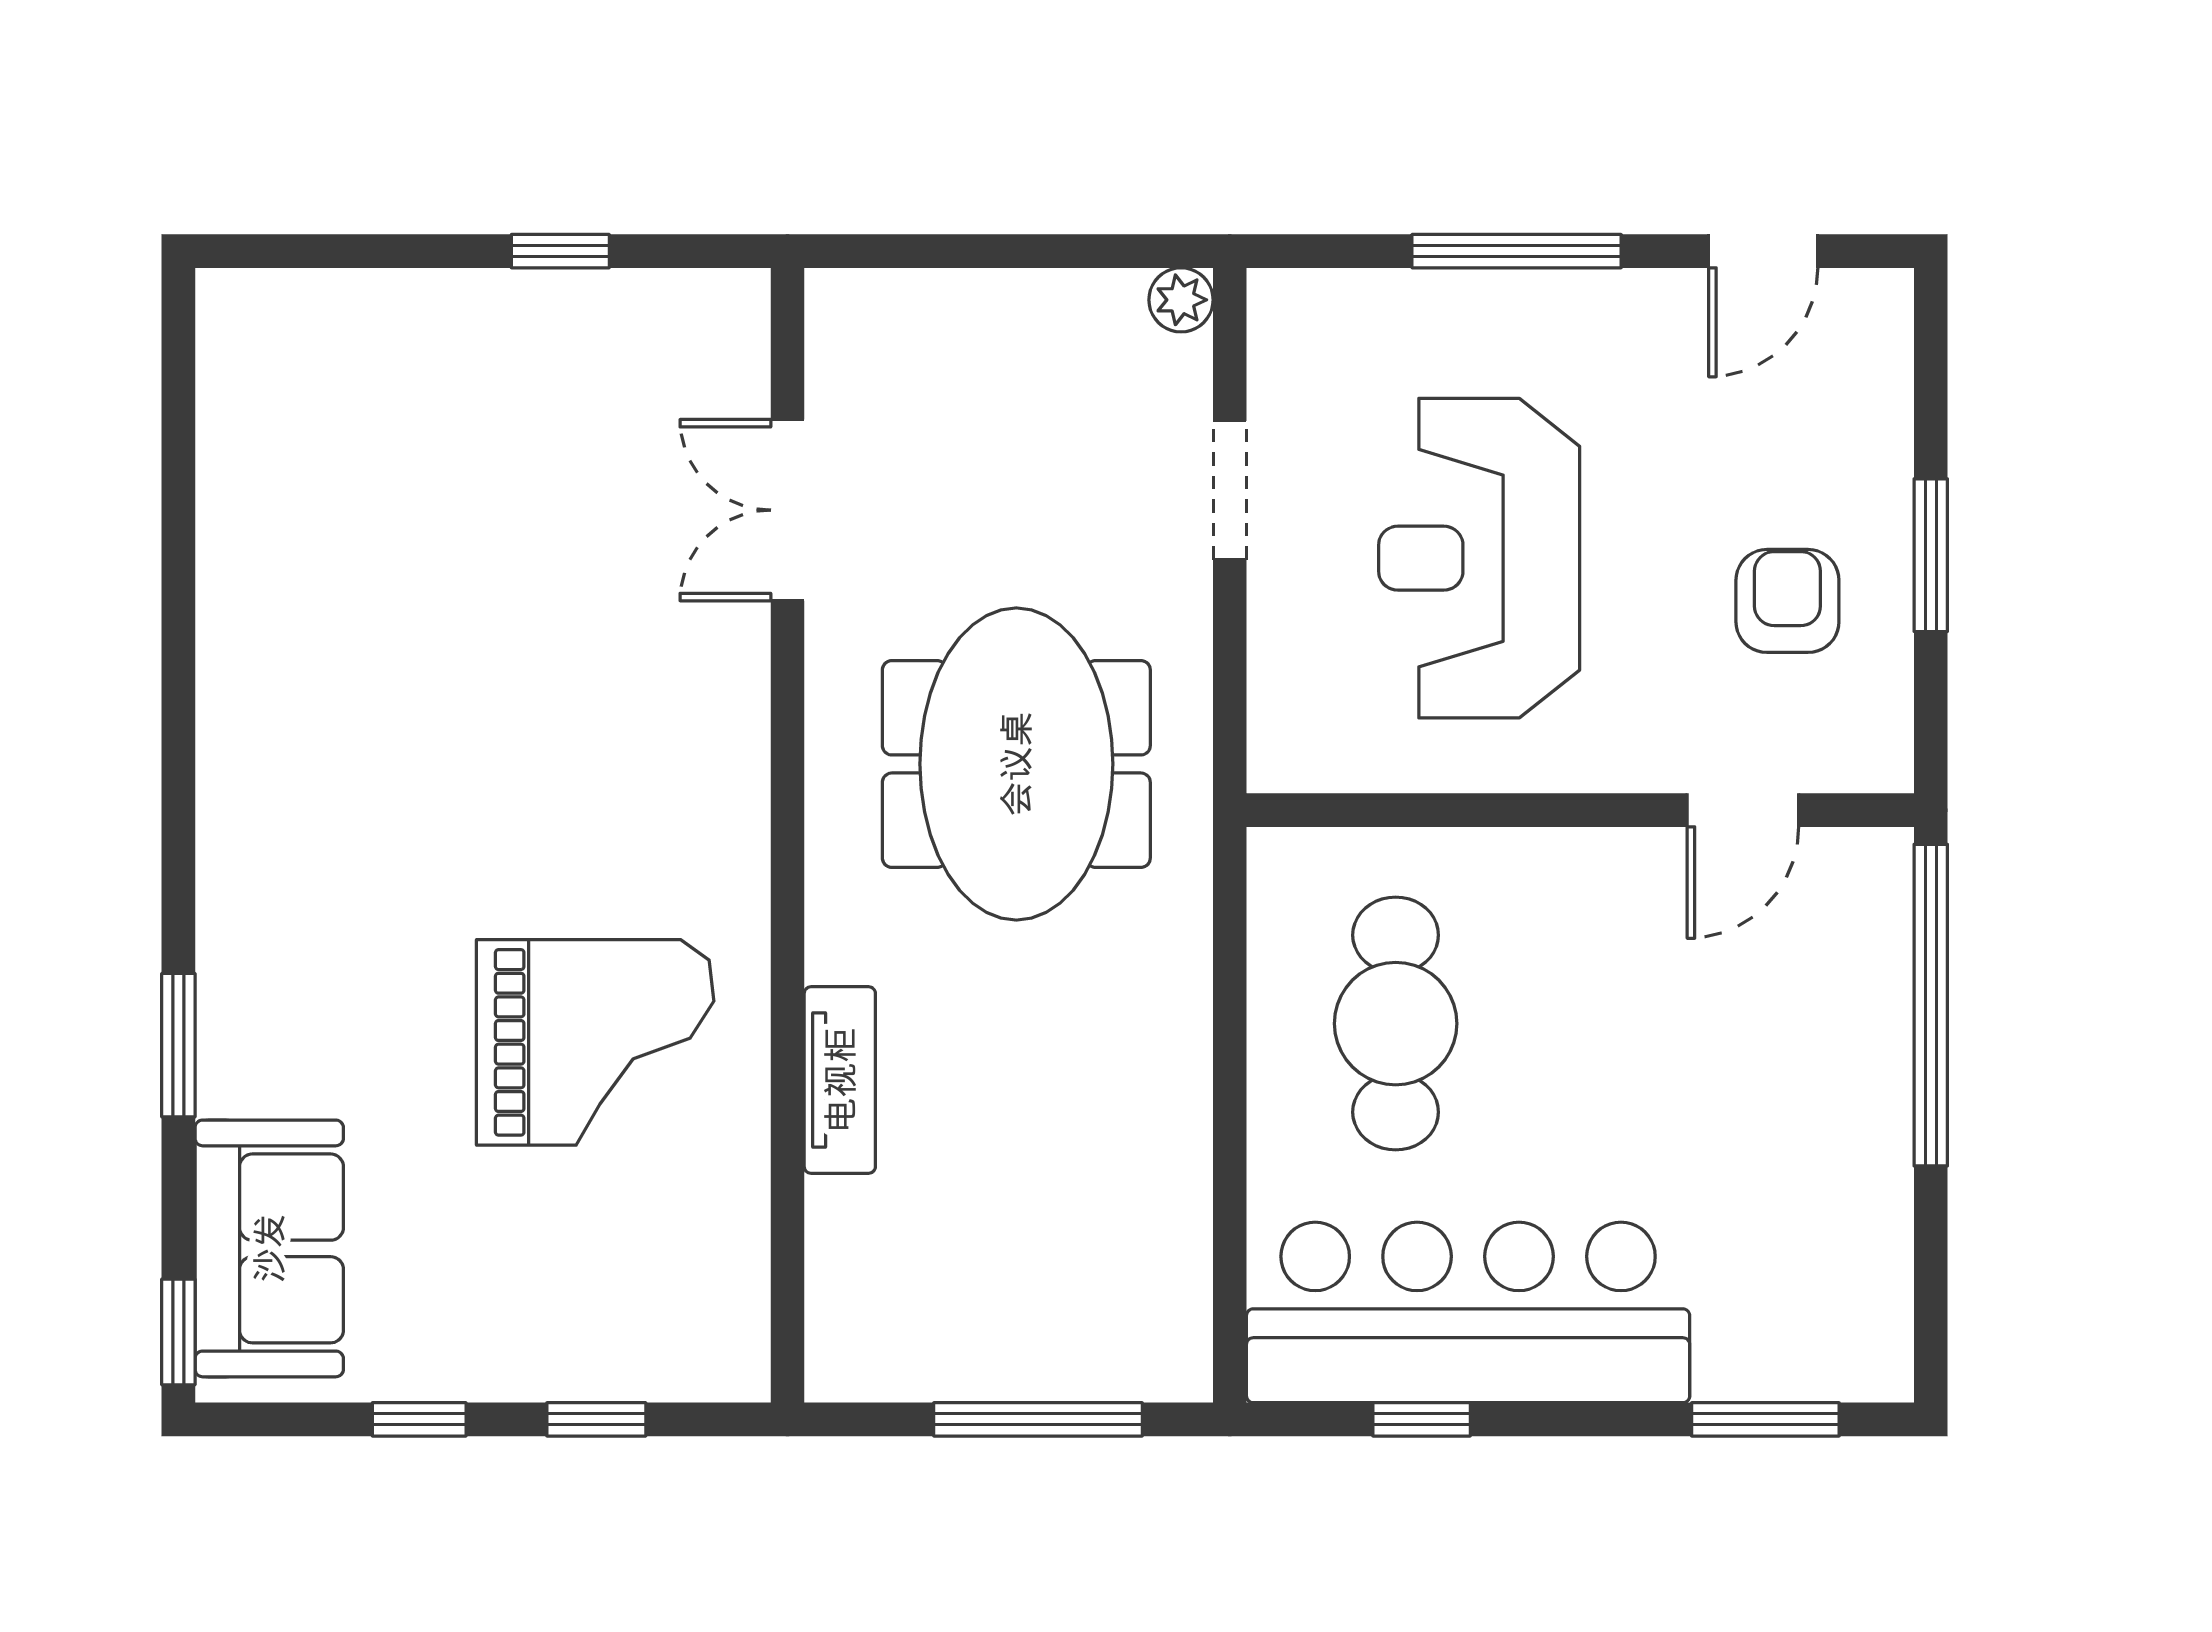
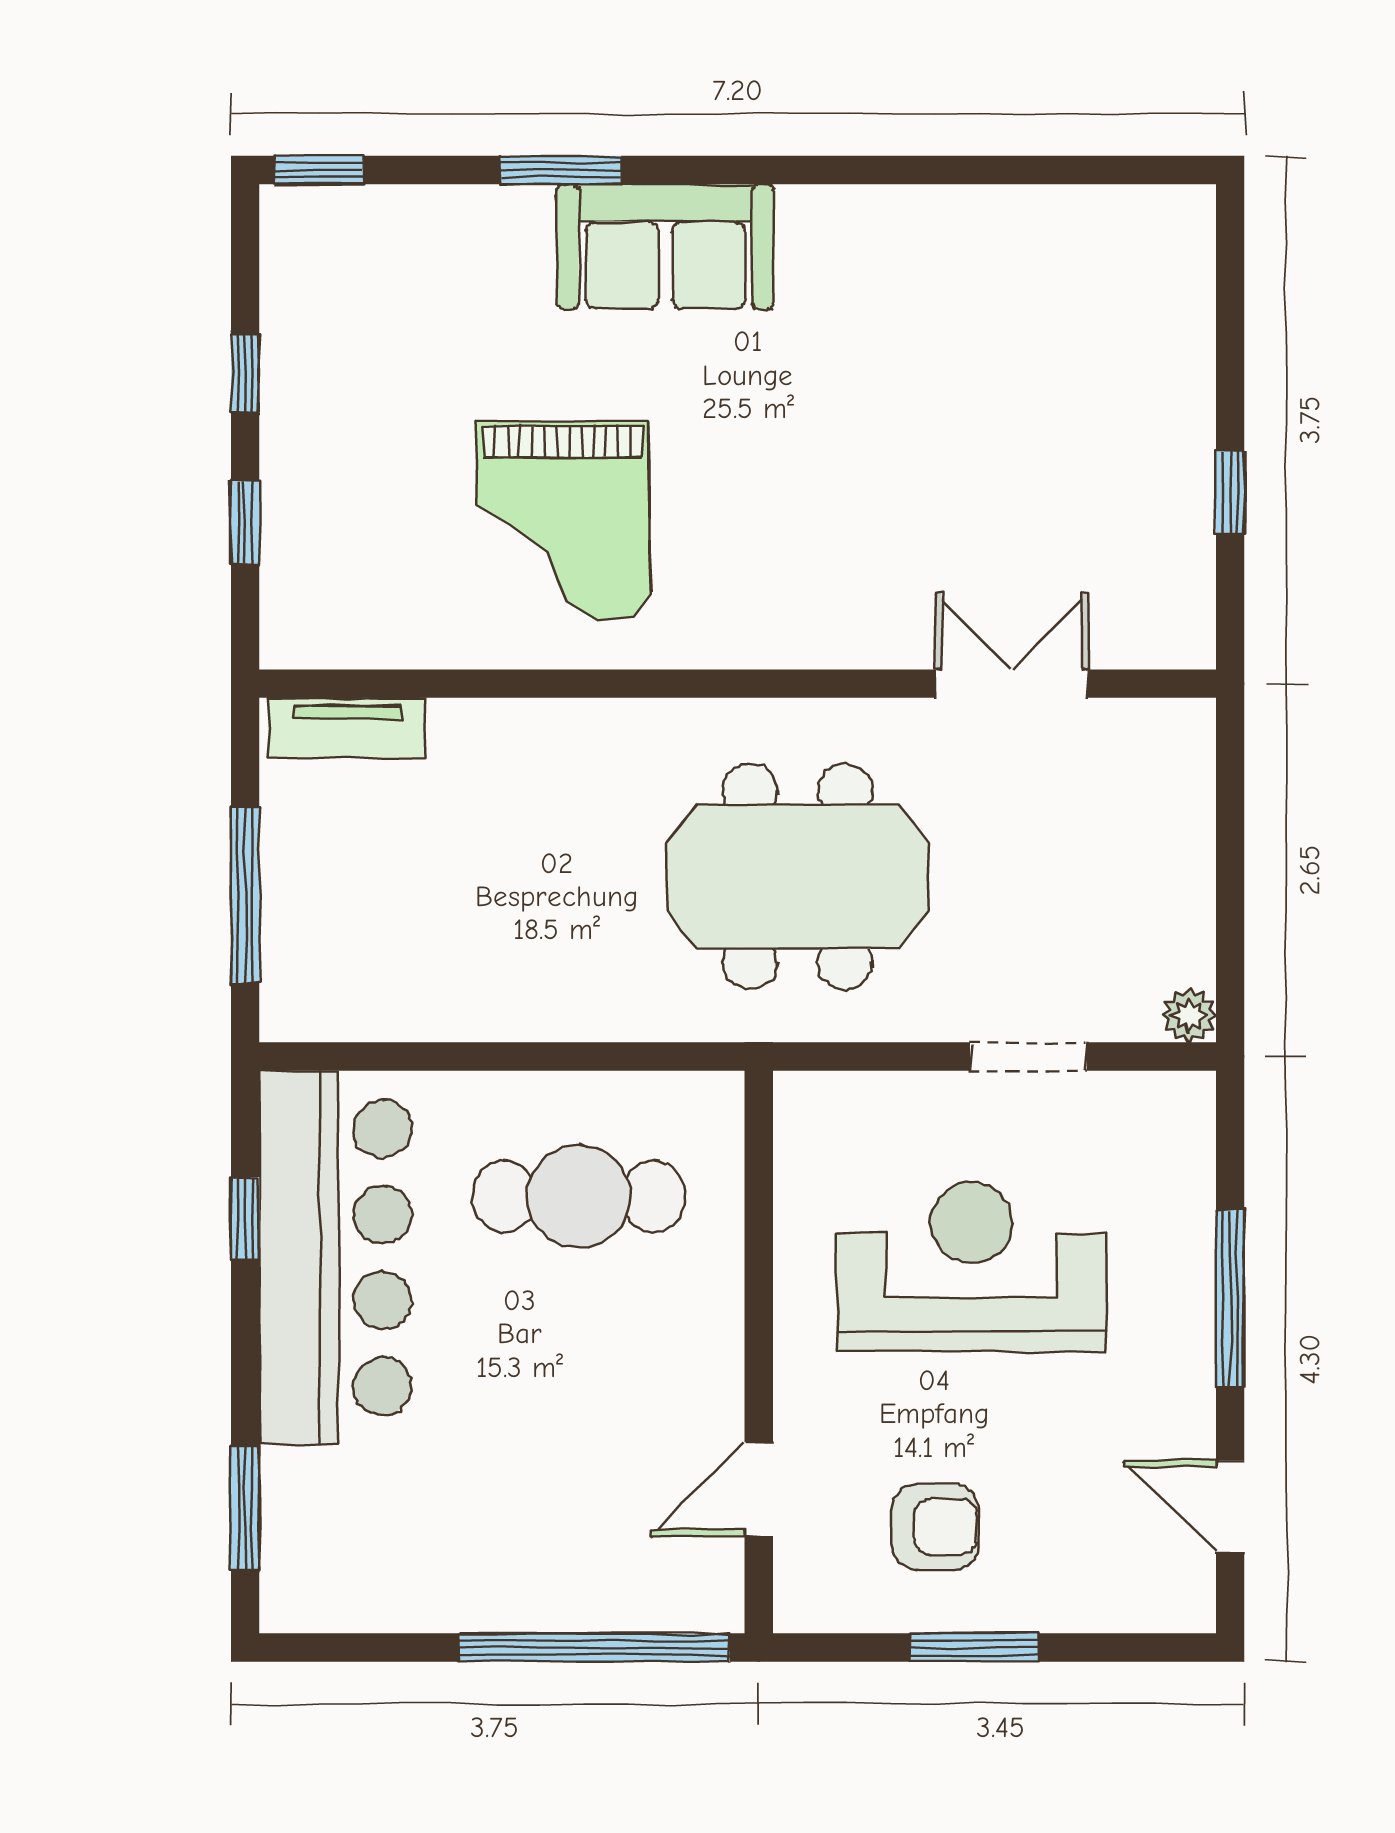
door: (1743, 810) -> (759, 1489), hinge flipped
tv unit: (840, 1080) -> (347, 728), moved
sofa: (269, 1248) -> (665, 247), moved

